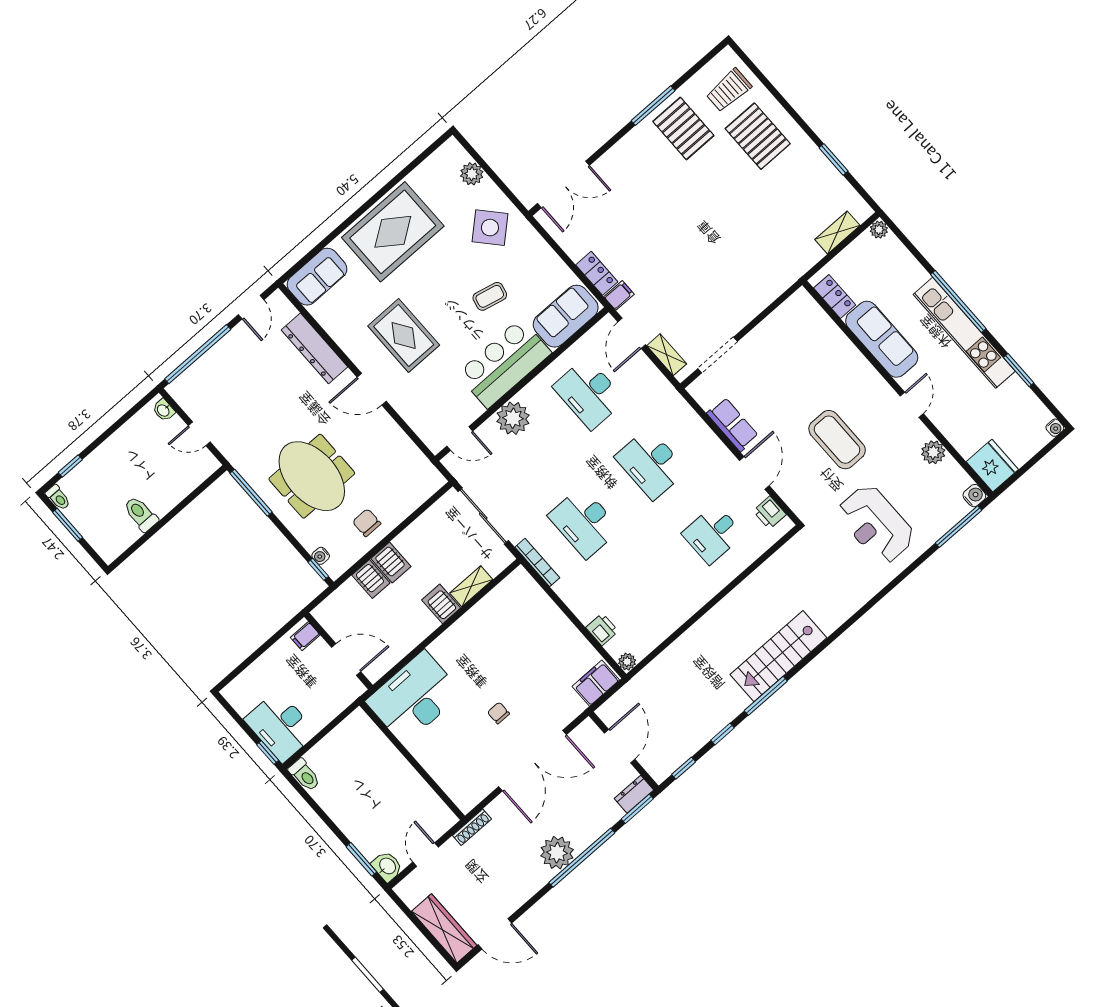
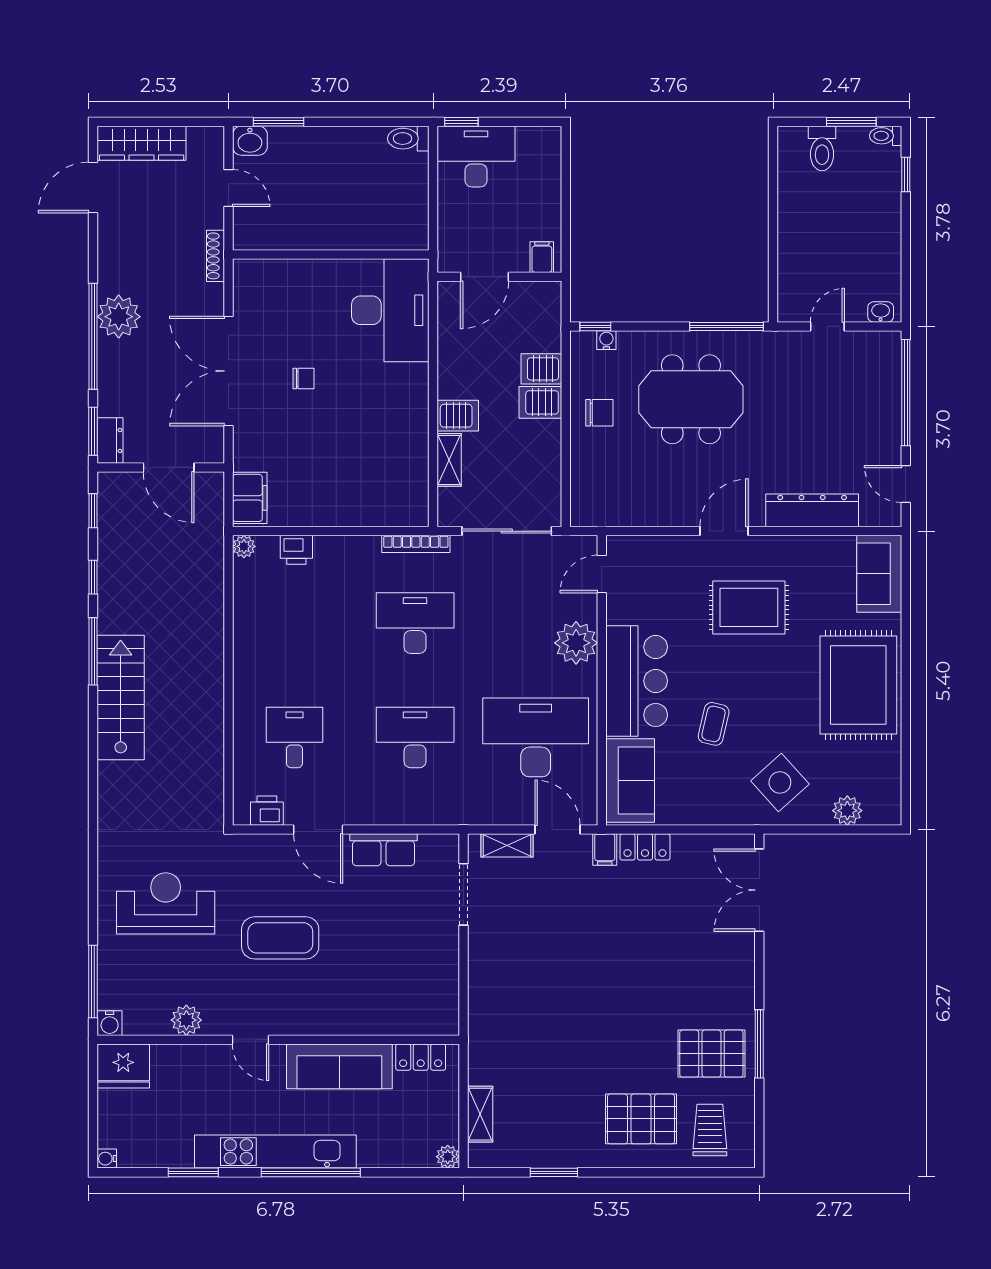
desk: (589, 393) -> (536, 737), width x1.36, depth x1.30
toilet: (141, 514) -> (822, 148), moved, turned 90

